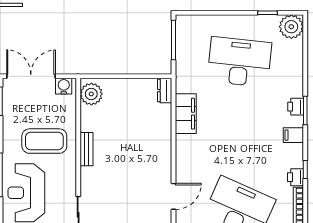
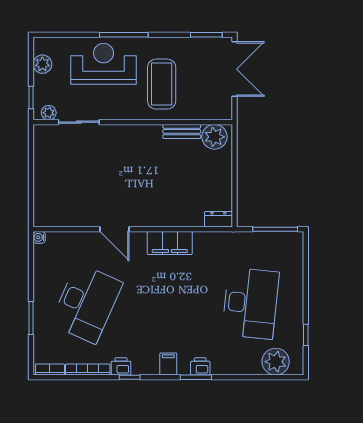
plant: (291, 27) -> (276, 362), moved
water cooler: (64, 86) -> (223, 106), removed
filing cabinet: (186, 114) -> (170, 243), moved
bench: (86, 149) -> (182, 131), moved
door: (173, 196) -> (115, 229), moved

